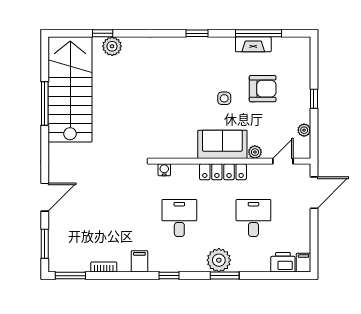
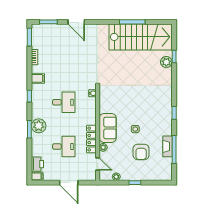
locker: (223, 172) -> (91, 139), moved
door: (314, 193) -> (69, 183), moved

